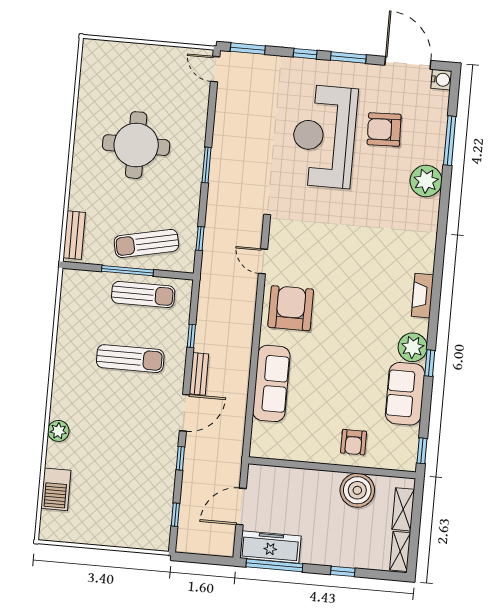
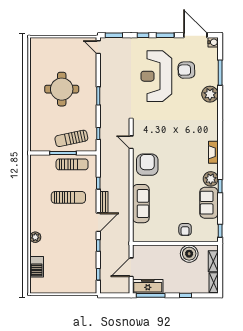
bench: (74, 235) -> (34, 137), removed

